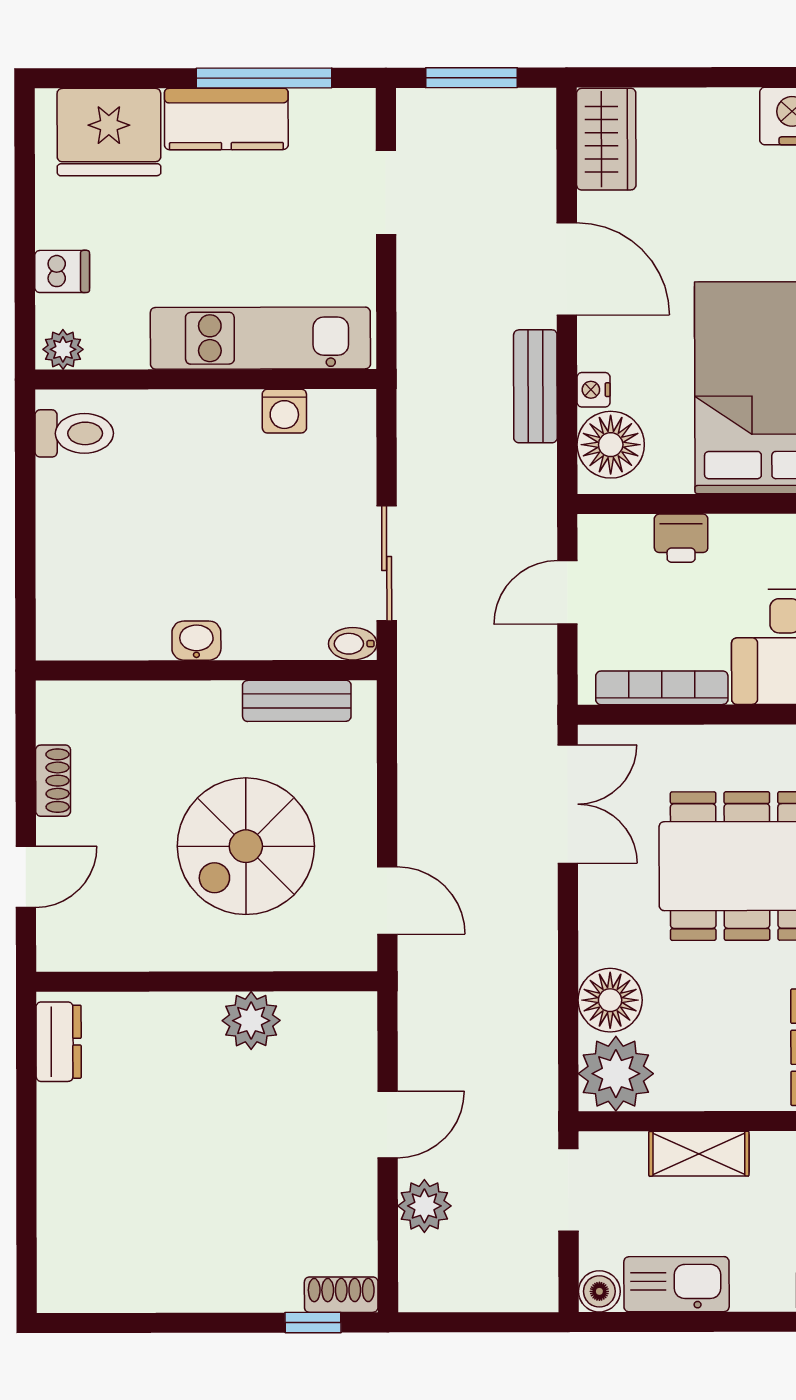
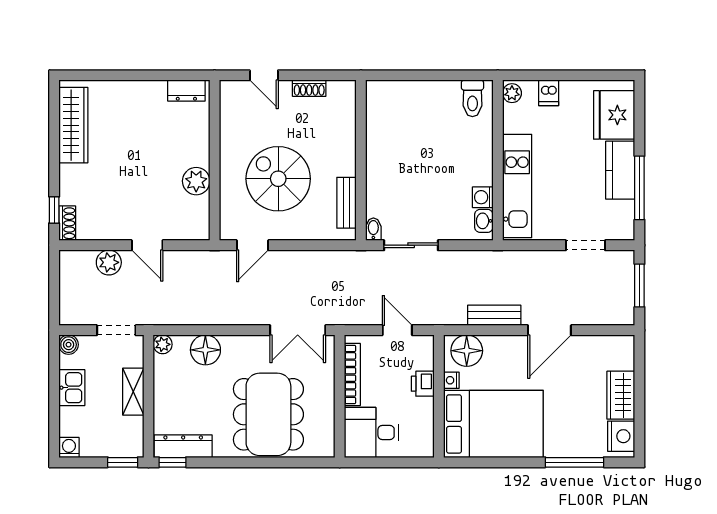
wardrobe: (606, 139) -> (621, 395), moved, turned 90
nightstand: (594, 390) -> (451, 380), moved, turned -90
washbasin: (196, 641) -> (484, 221), moved, turned 180
plant: (616, 1074) -> (163, 344), width x0.53, depth x0.53
wardrobe: (133, 1282) -> (73, 125), added
kitchen sink: (677, 1284) -> (72, 388), width x0.73

